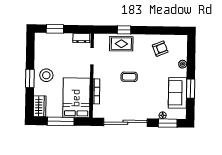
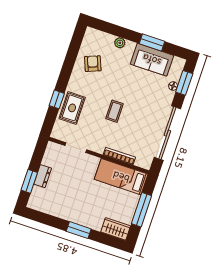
dresser: (81, 38) -> (43, 176), moved
stool: (46, 75) -> (81, 209), removed
bed: (76, 98) -> (121, 177), width x0.67

